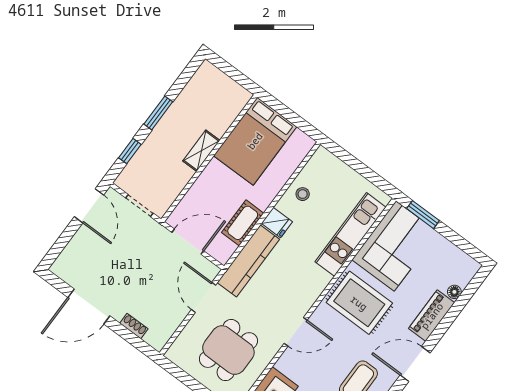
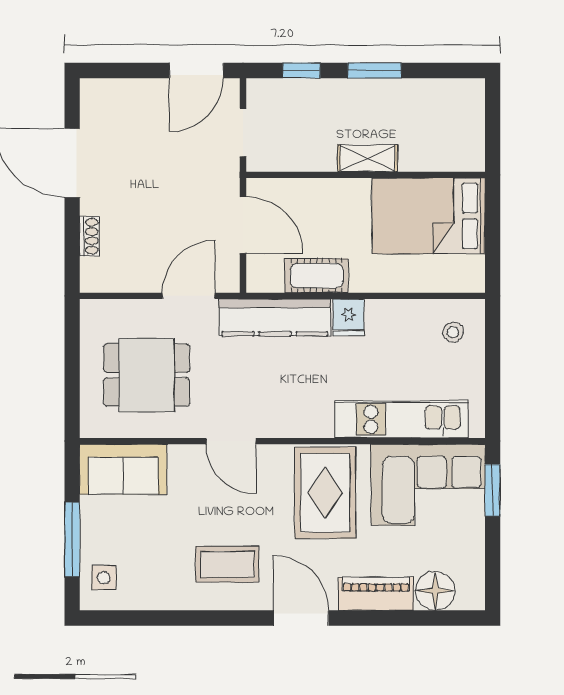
stool: (303, 194) -> (453, 332), moved
floor lamp: (454, 292) -> (435, 591), width x1.89, depth x1.89

